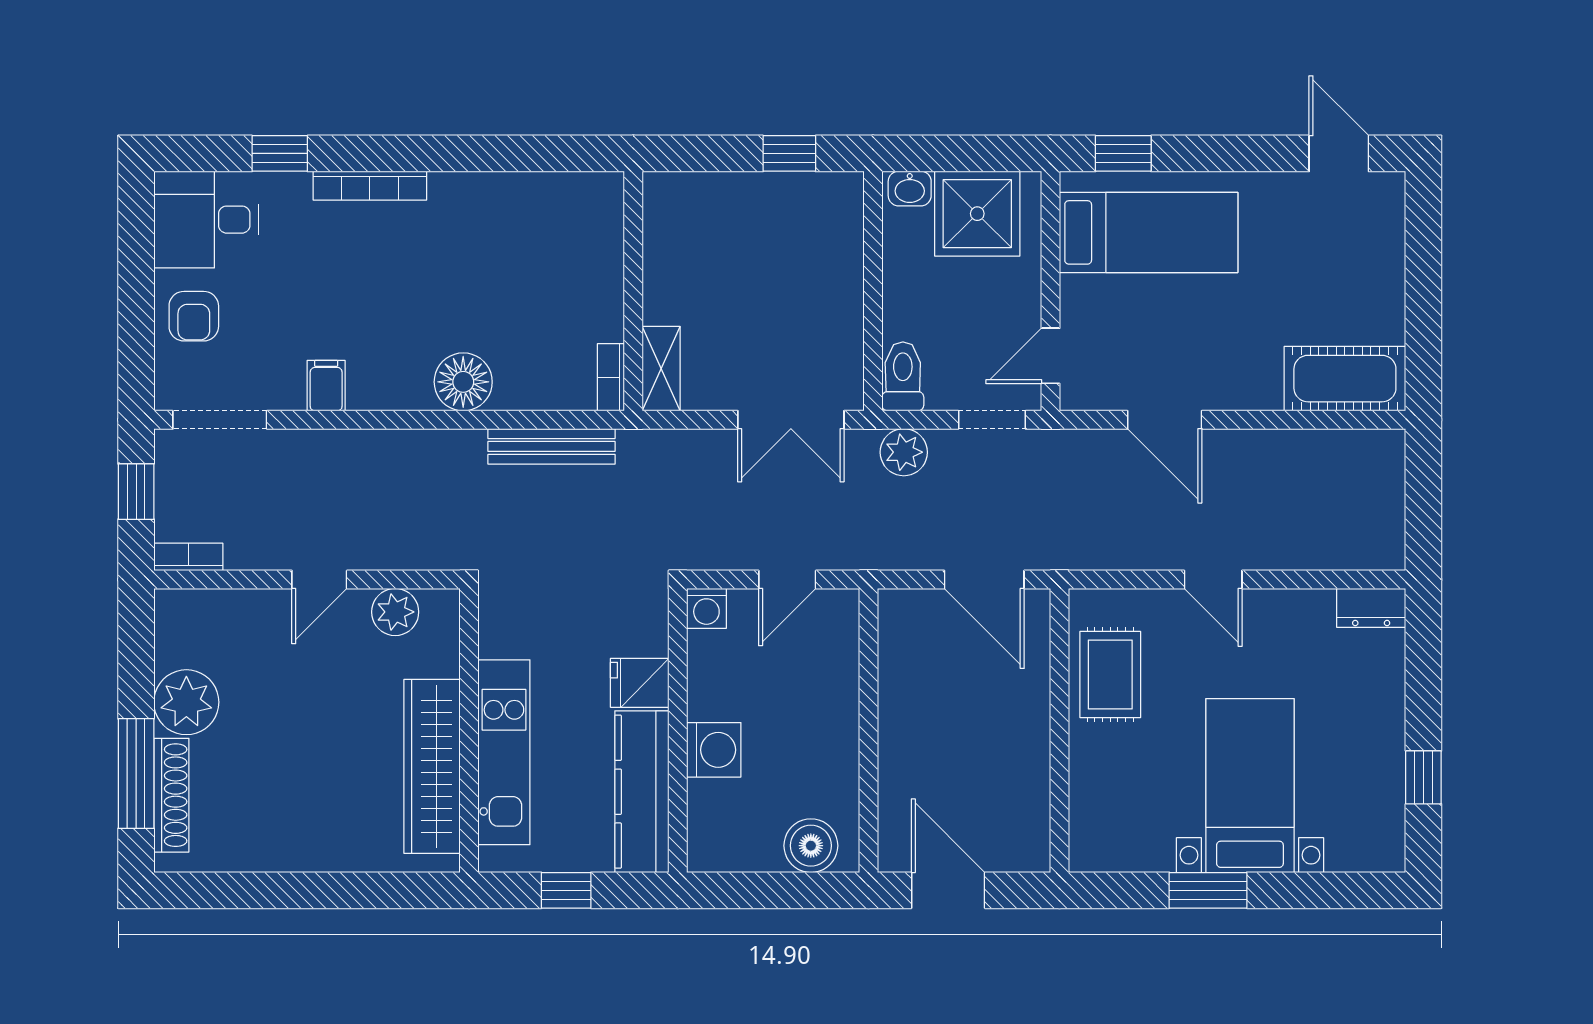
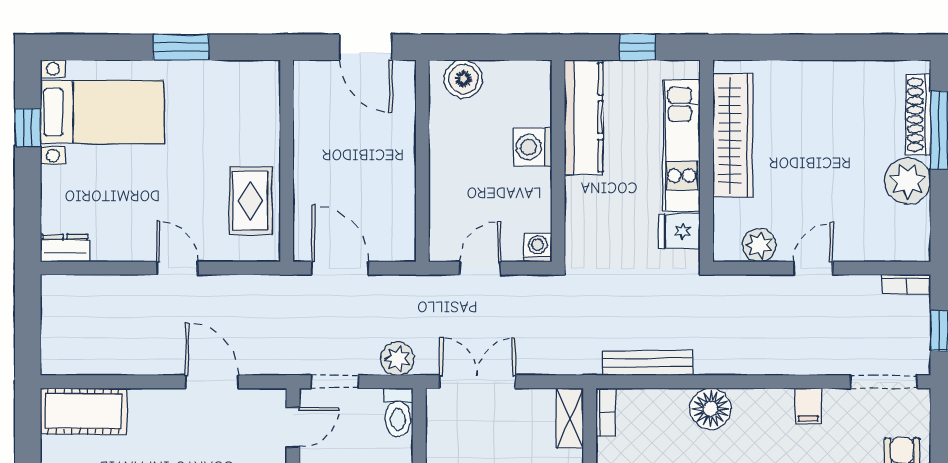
fridge: (640, 683) -> (679, 231), moved, turned 180
bed with nightstands: (1250, 786) -> (102, 112), moved, turned -90

